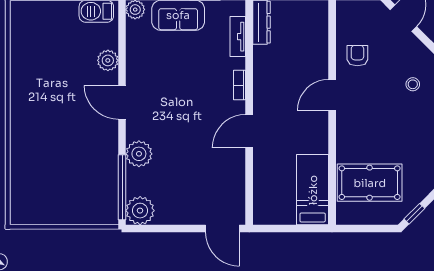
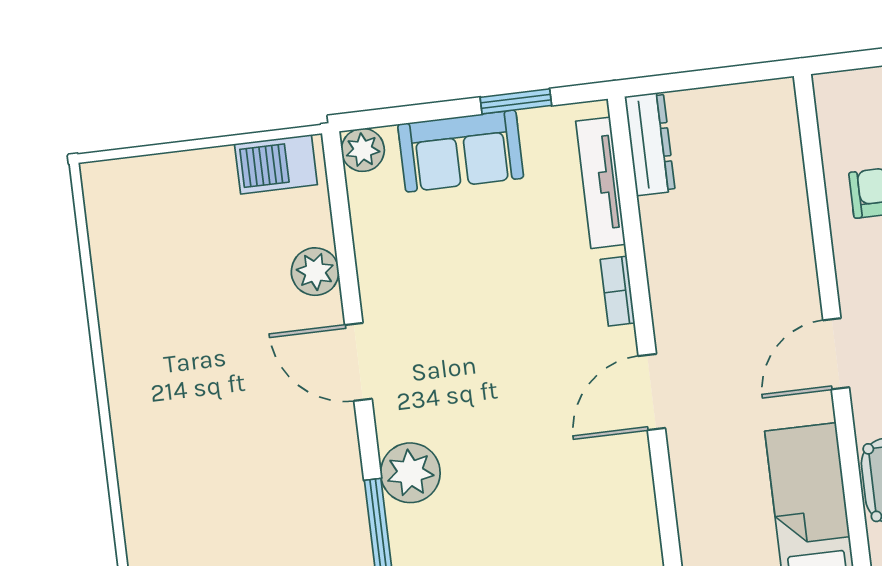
tv unit: (238, 37) -> (601, 183), width x1.41
door: (332, 95) -> (836, 354), moved

